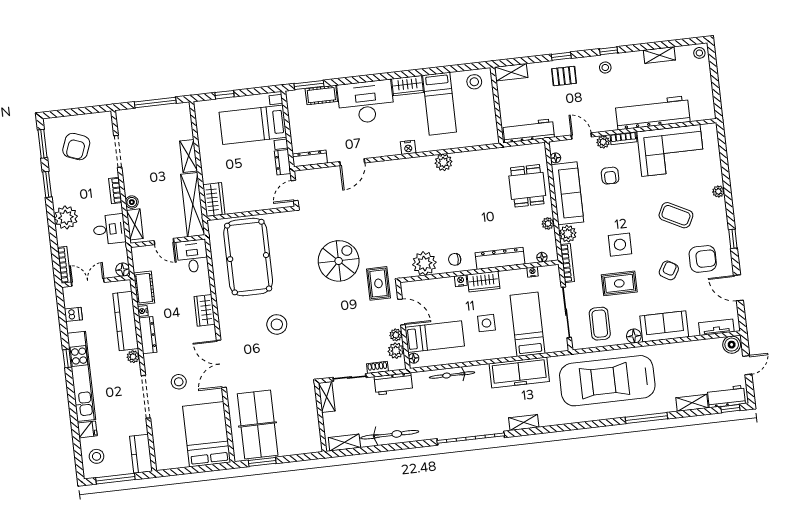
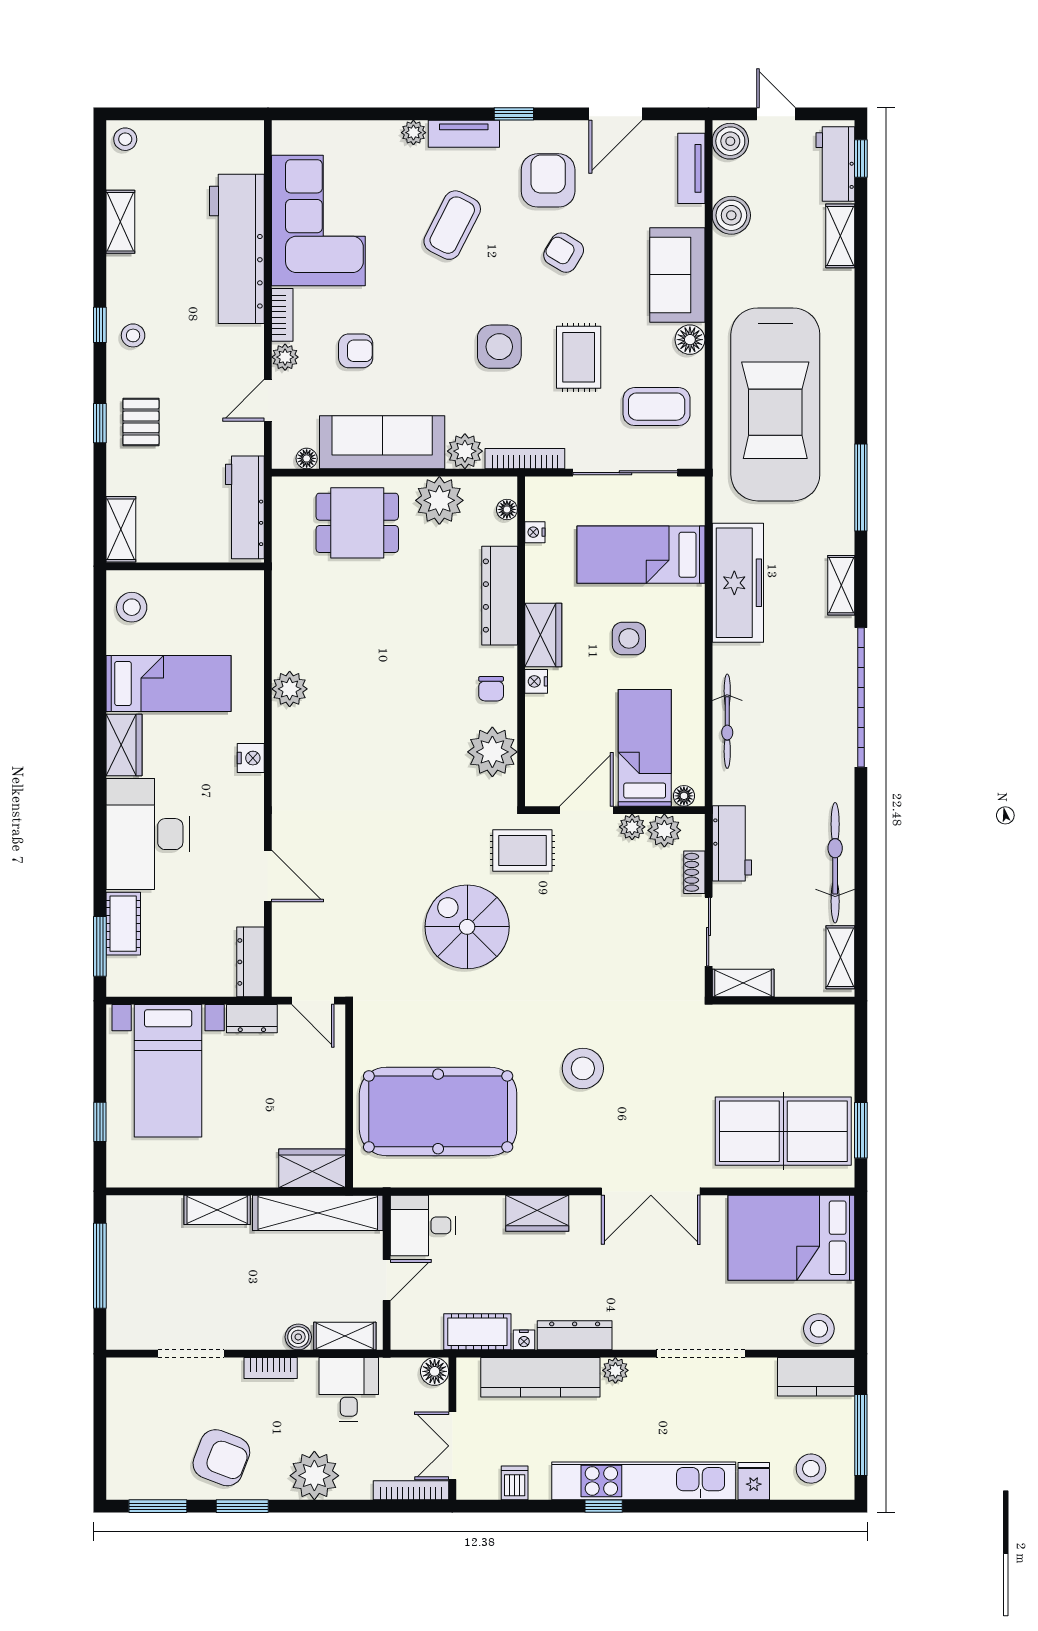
armchair: (76, 147) -> (221, 1458), moved
tv unit: (721, 216) -> (464, 134), added
plant: (548, 223) -> (439, 500), width x1.88, depth x1.88
boiler: (696, 349) -> (731, 215), added
stool: (179, 382) -> (819, 1329), moved
window: (646, 418) -> (861, 487), moved

